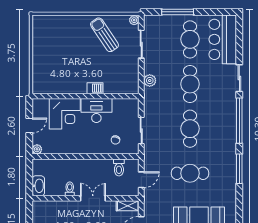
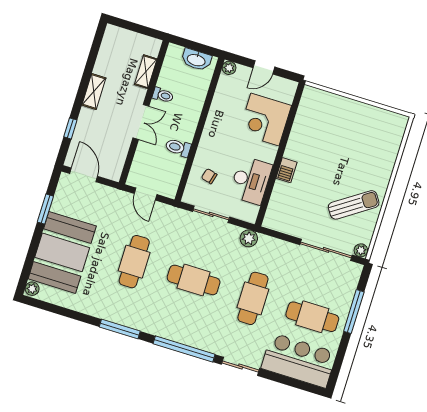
sliding door: (141, 44) -> (326, 250), width x1.37
plant: (150, 81) -> (249, 238), moved
cafe table: (190, 84) -> (253, 298), turned 90
desk: (96, 111) -> (251, 180), moved
door: (29, 126) -> (264, 67), hinge flipped
toilet: (119, 167) -> (178, 148), moved
washbasin: (38, 186) -> (196, 60), moved
shelving: (128, 206) -> (146, 72), moved

